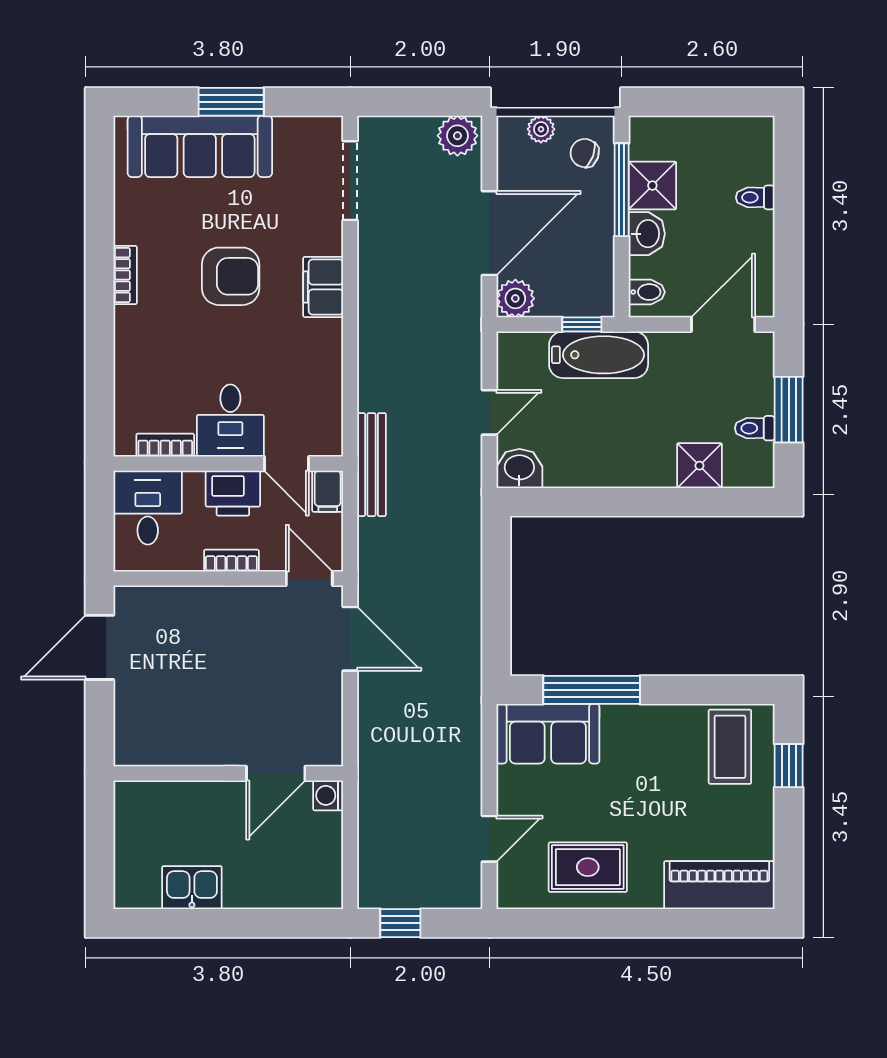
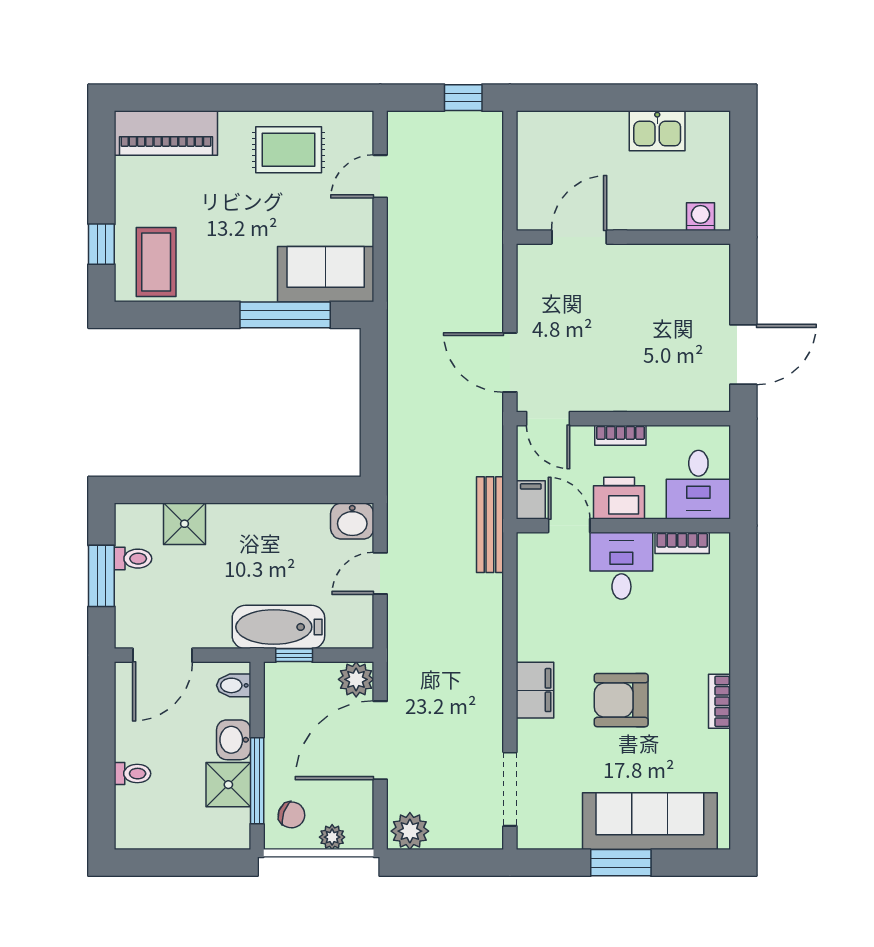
washing machine: (328, 795) -> (701, 217), moved, turned -90

